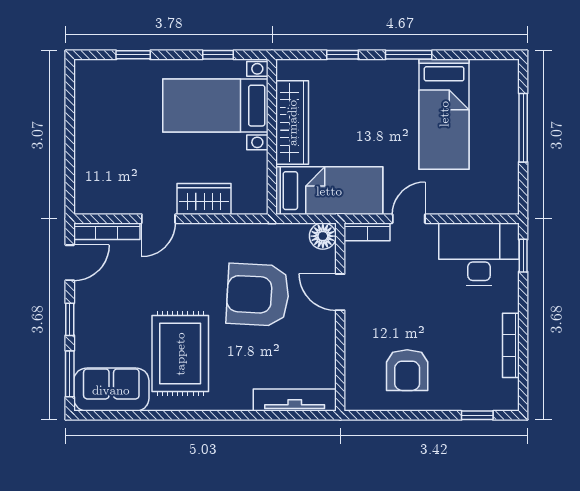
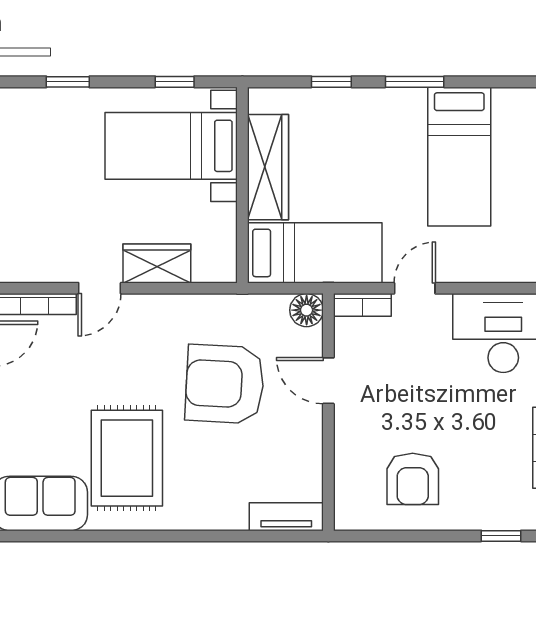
tv unit: (295, 400) -> (286, 517), width x0.71

